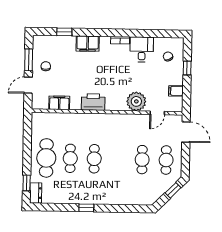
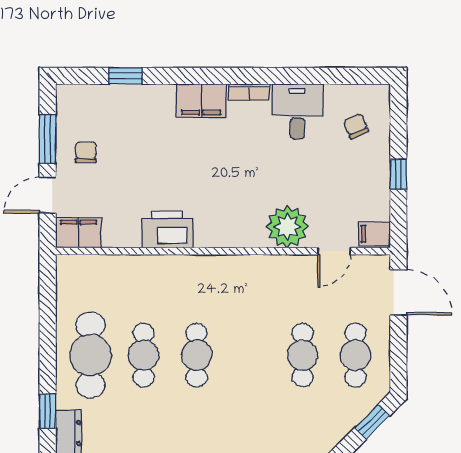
filing cabinet: (88, 44) -> (201, 101), moved
window: (187, 68) -> (398, 174), moved
filing cabinet: (176, 91) -> (375, 234), moved
printer: (93, 102) -> (168, 230), moved
filing cabinet: (59, 103) -> (78, 233), moved

